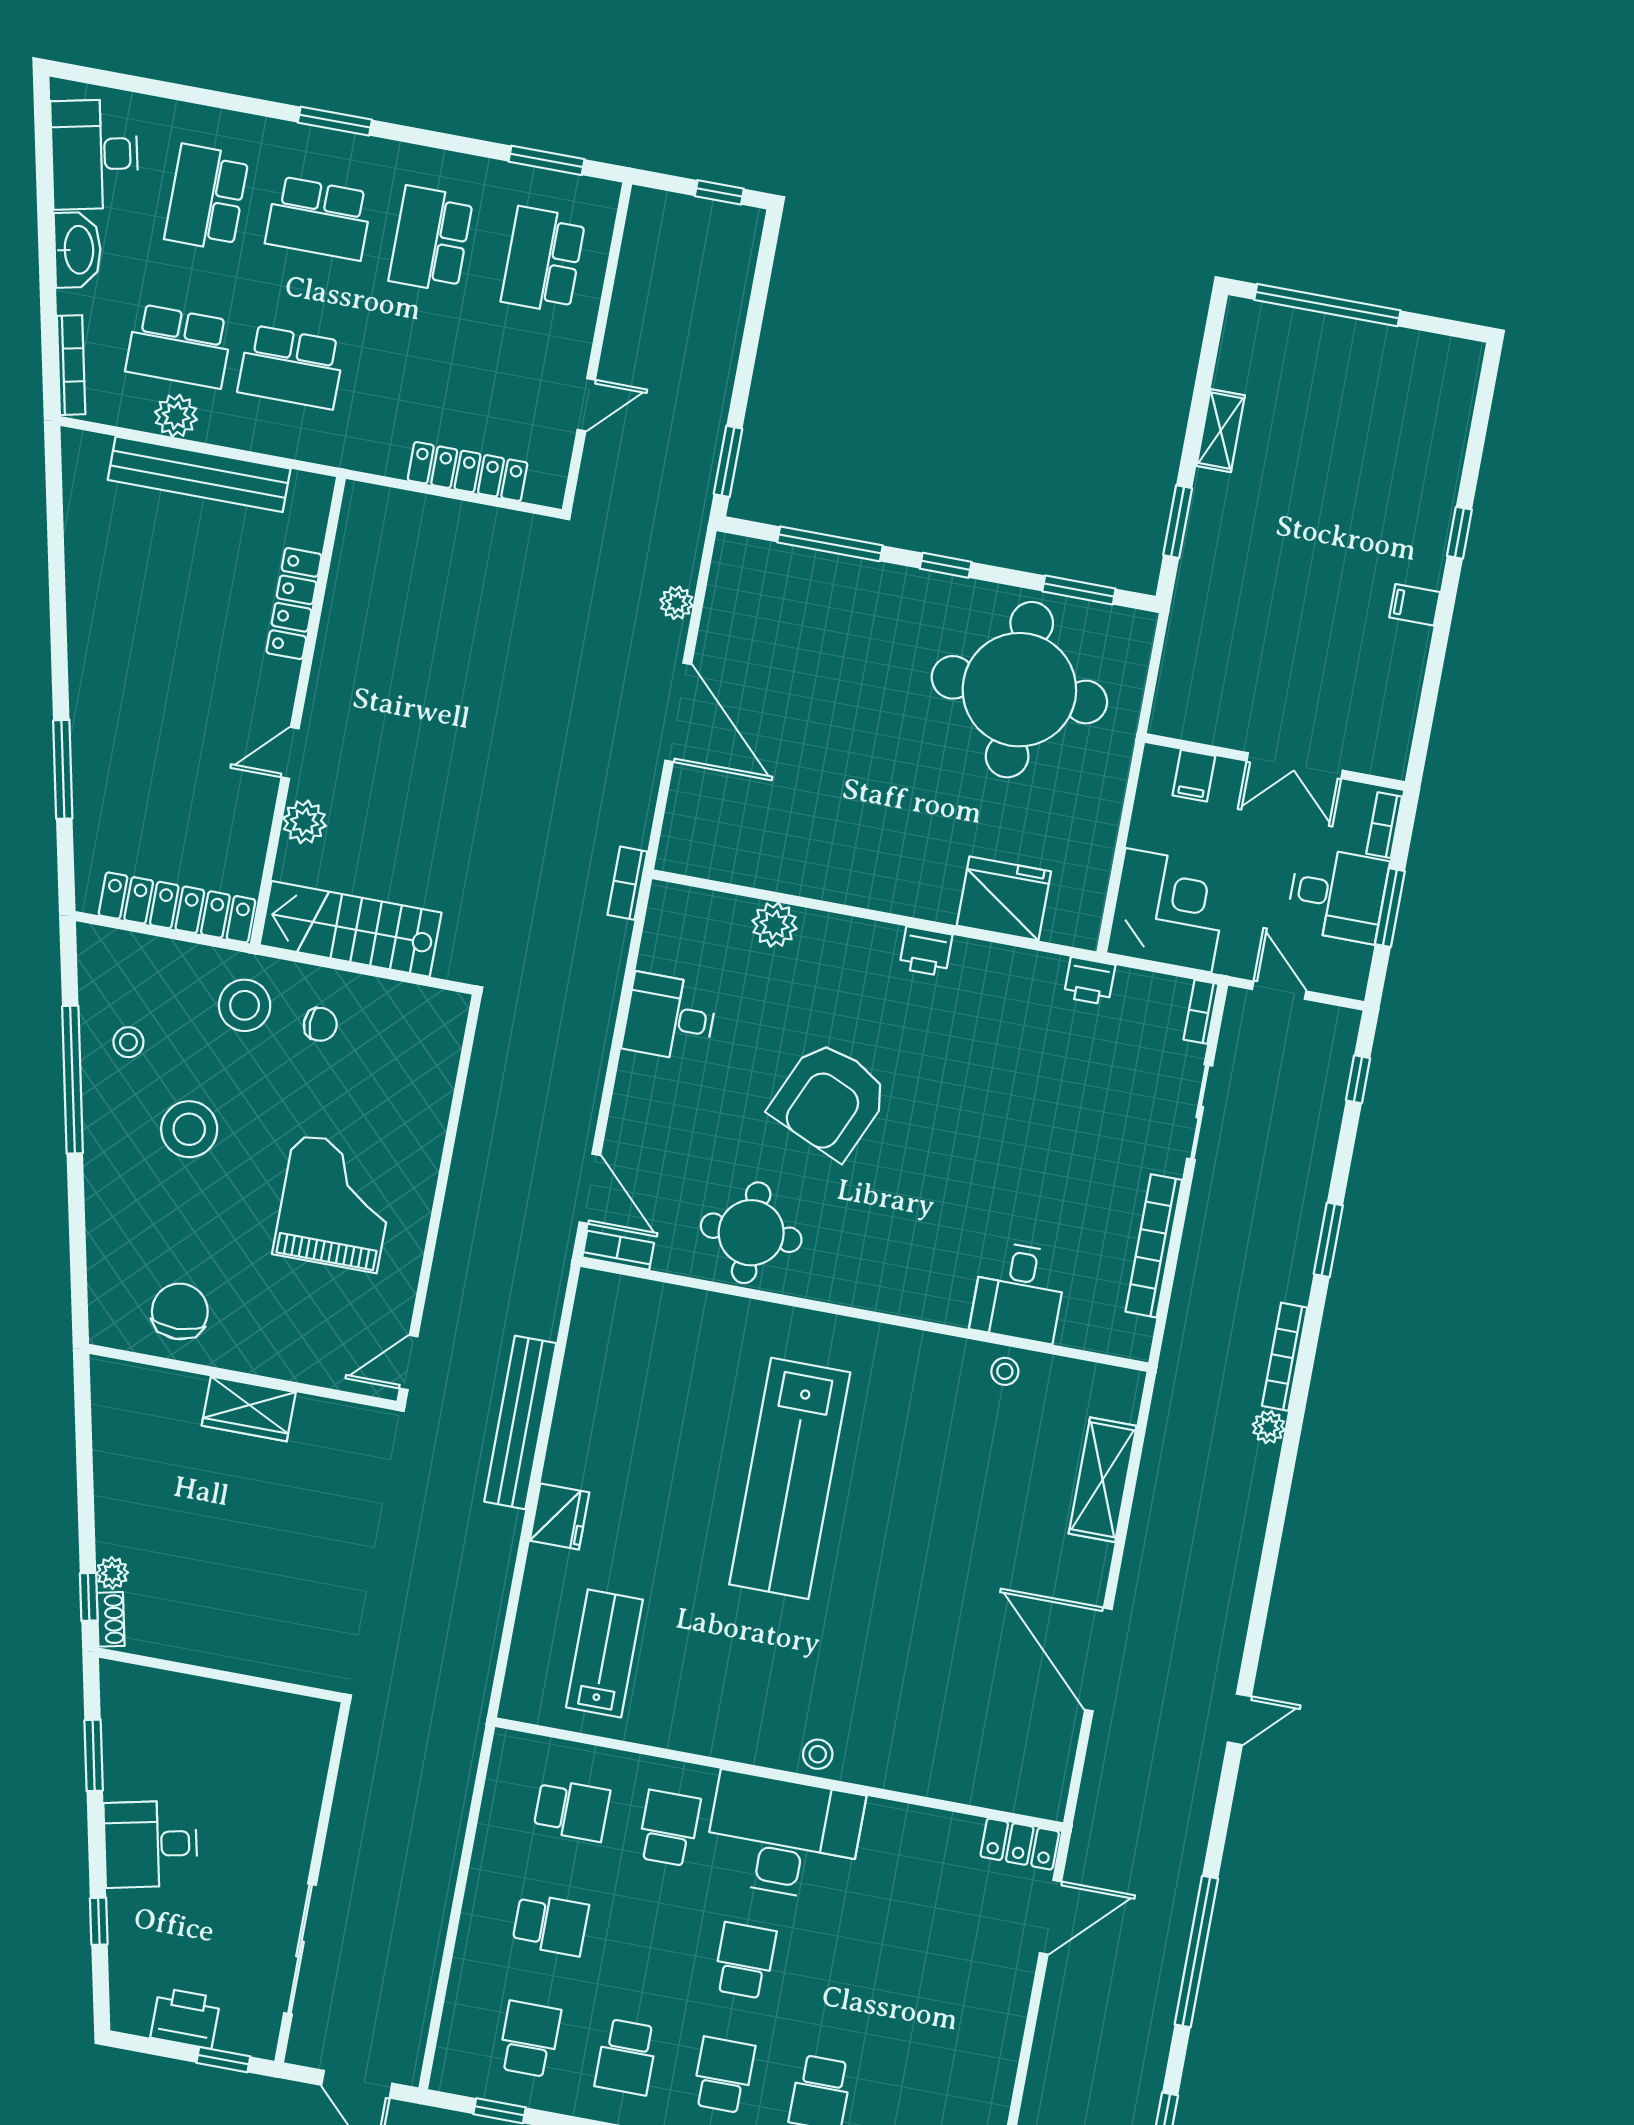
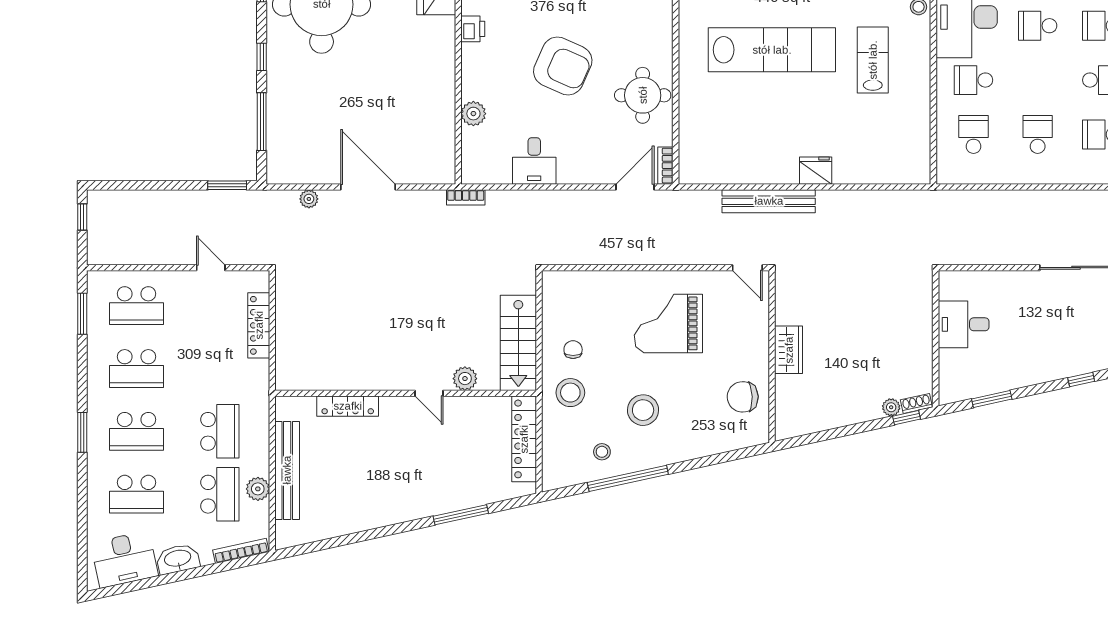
school desk: (319, 218) -> (136, 431), turned 90
door: (678, 712) -> (368, 187), hinge flipped
lab bench: (604, 1653) -> (873, 60), moved, turned 90
desk: (150, 1844) -> (964, 324), moved, turned 102

